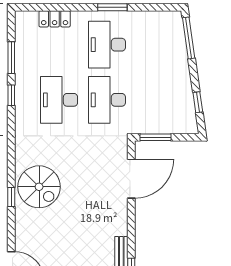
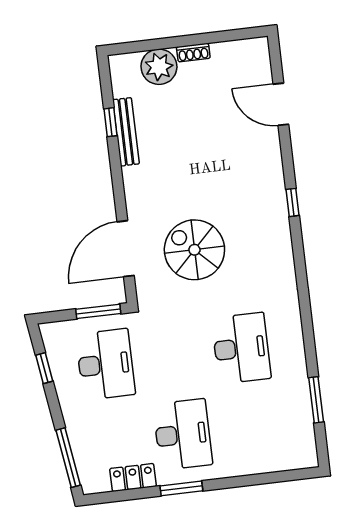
locker: (55, 19) -> (133, 477), moved
window: (11, 95) -> (310, 347), removed
desk: (107, 100) -> (106, 364), moved
spiral stairs: (39, 187) -> (194, 250), moved

